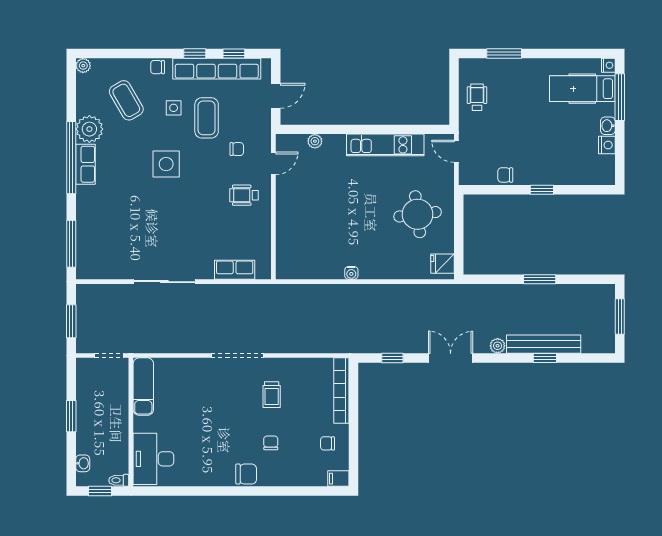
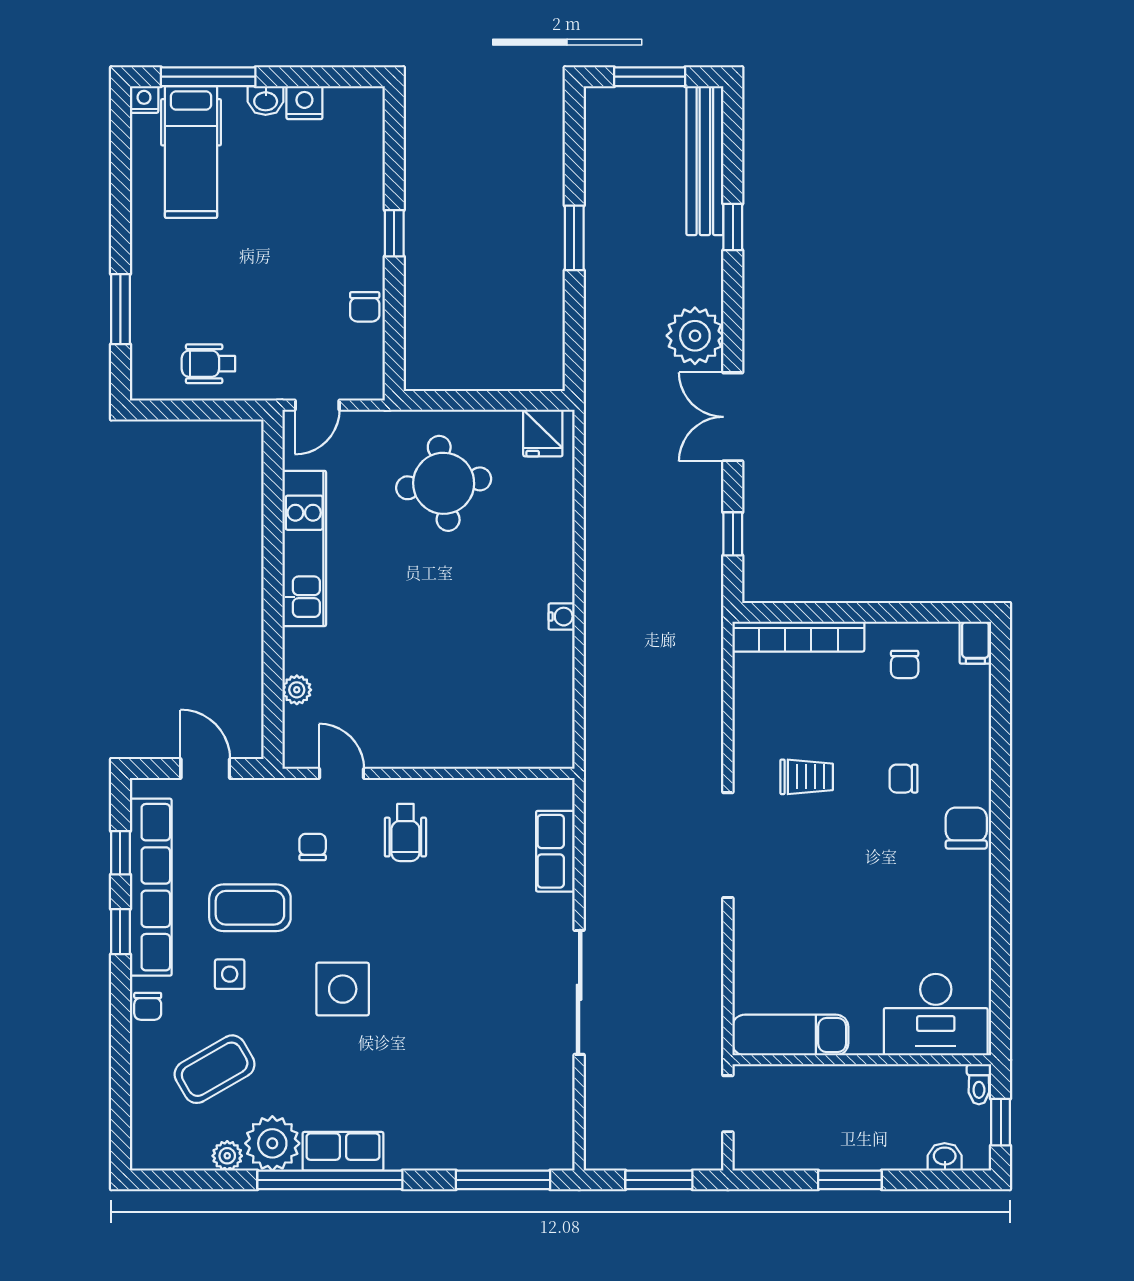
plant: (83, 66) -> (227, 1156), moved
bench: (544, 344) -> (705, 161), moved
plant: (498, 346) -> (695, 336), width x1.88, depth x1.88

